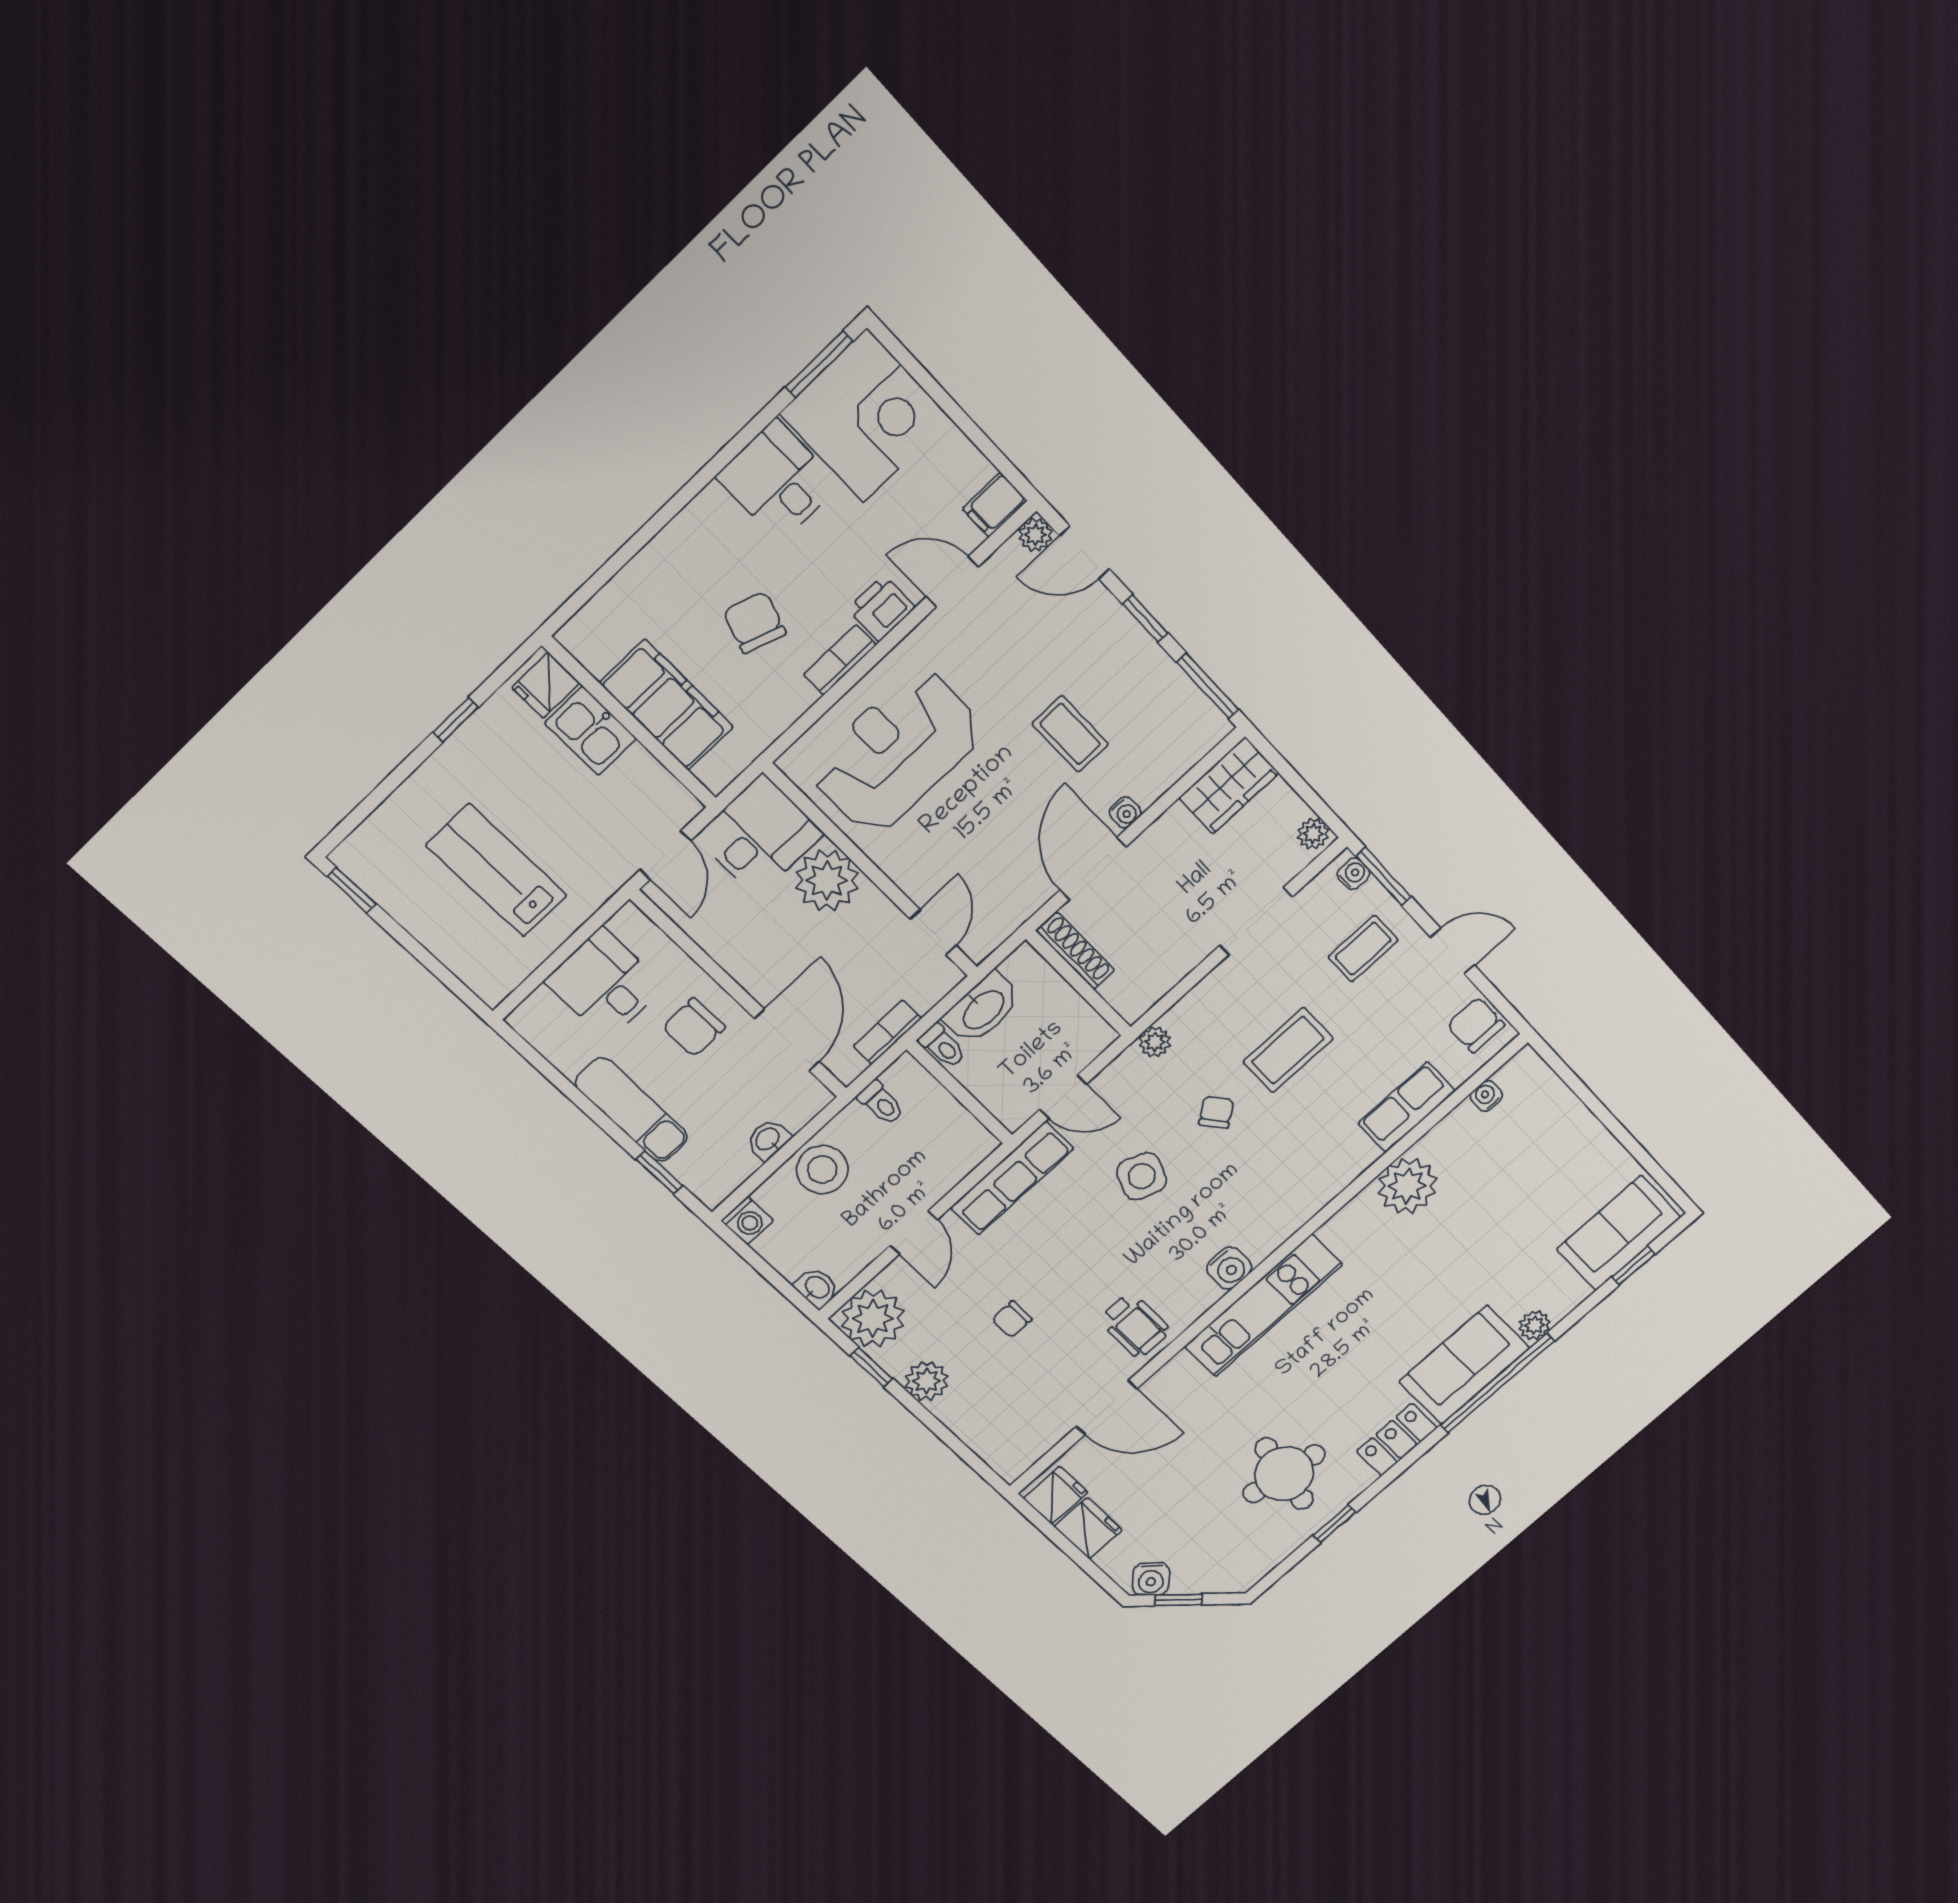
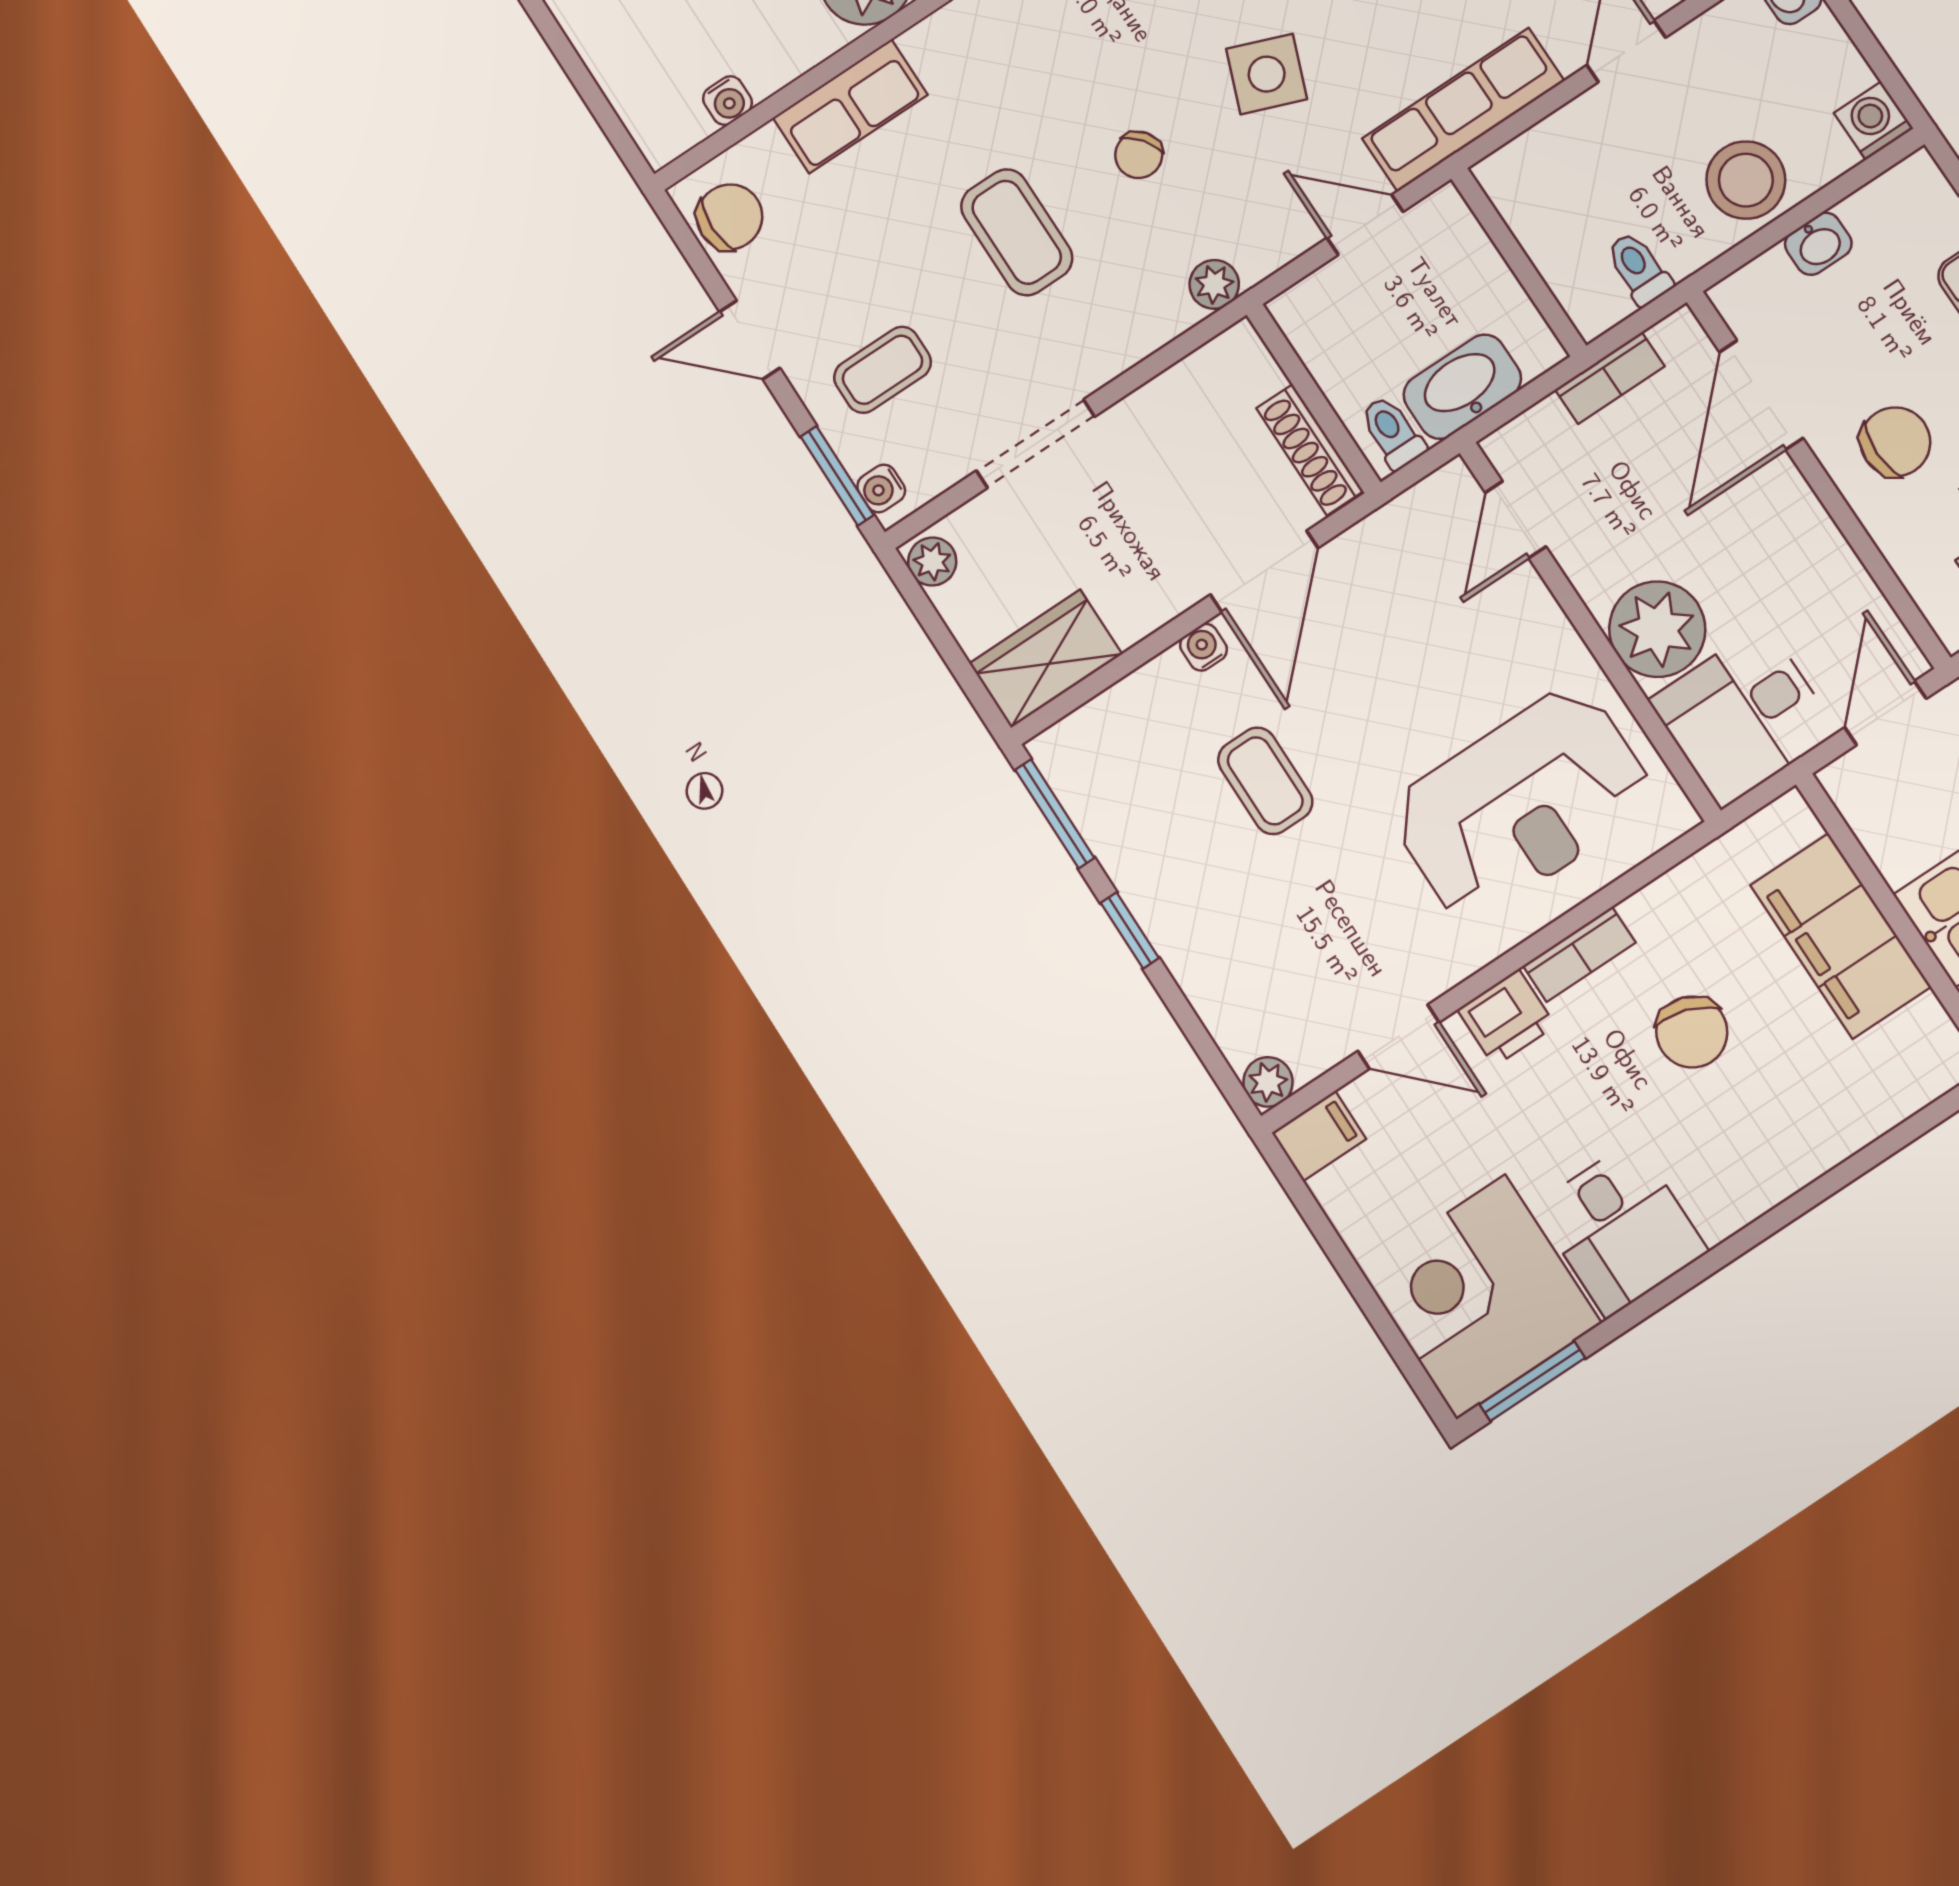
door: (1084, 552) -> (1202, 1043), removed
chair: (1476, 1025) -> (730, 217), turned -90
toilet: (943, 1046) -> (1393, 432), moved
coffee table: (1288, 1050) -> (1017, 232), turned 90

